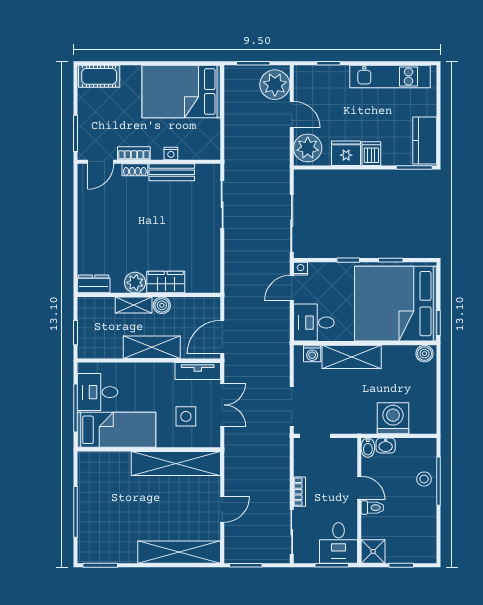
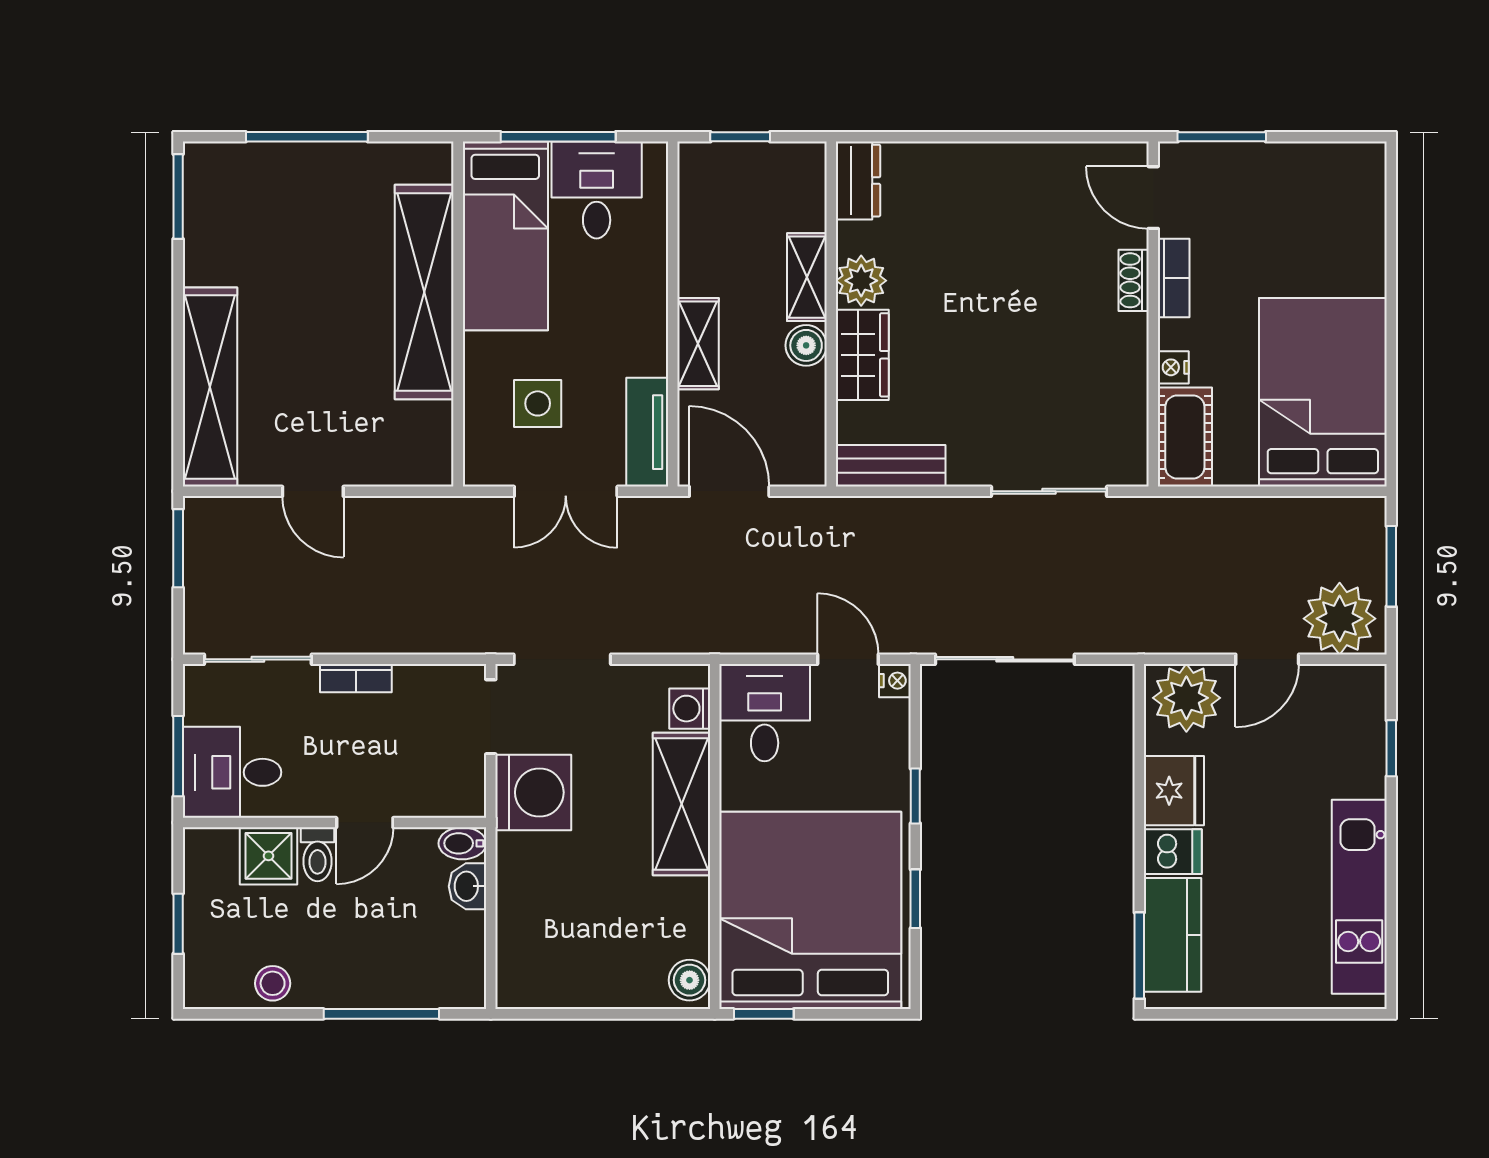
cot: (99, 76) -> (1185, 437), moved
kitchen counter: (425, 141) -> (1172, 935), moved, turned 90
bench: (172, 172) -> (891, 466), moved, turned 90
shelving: (152, 347) -> (698, 344), width x0.67, depth x0.75
washing machine: (393, 418) -> (533, 792), moved
shelving: (176, 463) -> (424, 292), moved
stool: (424, 479) -> (273, 983), moved
shower: (373, 551) -> (268, 856), moved

